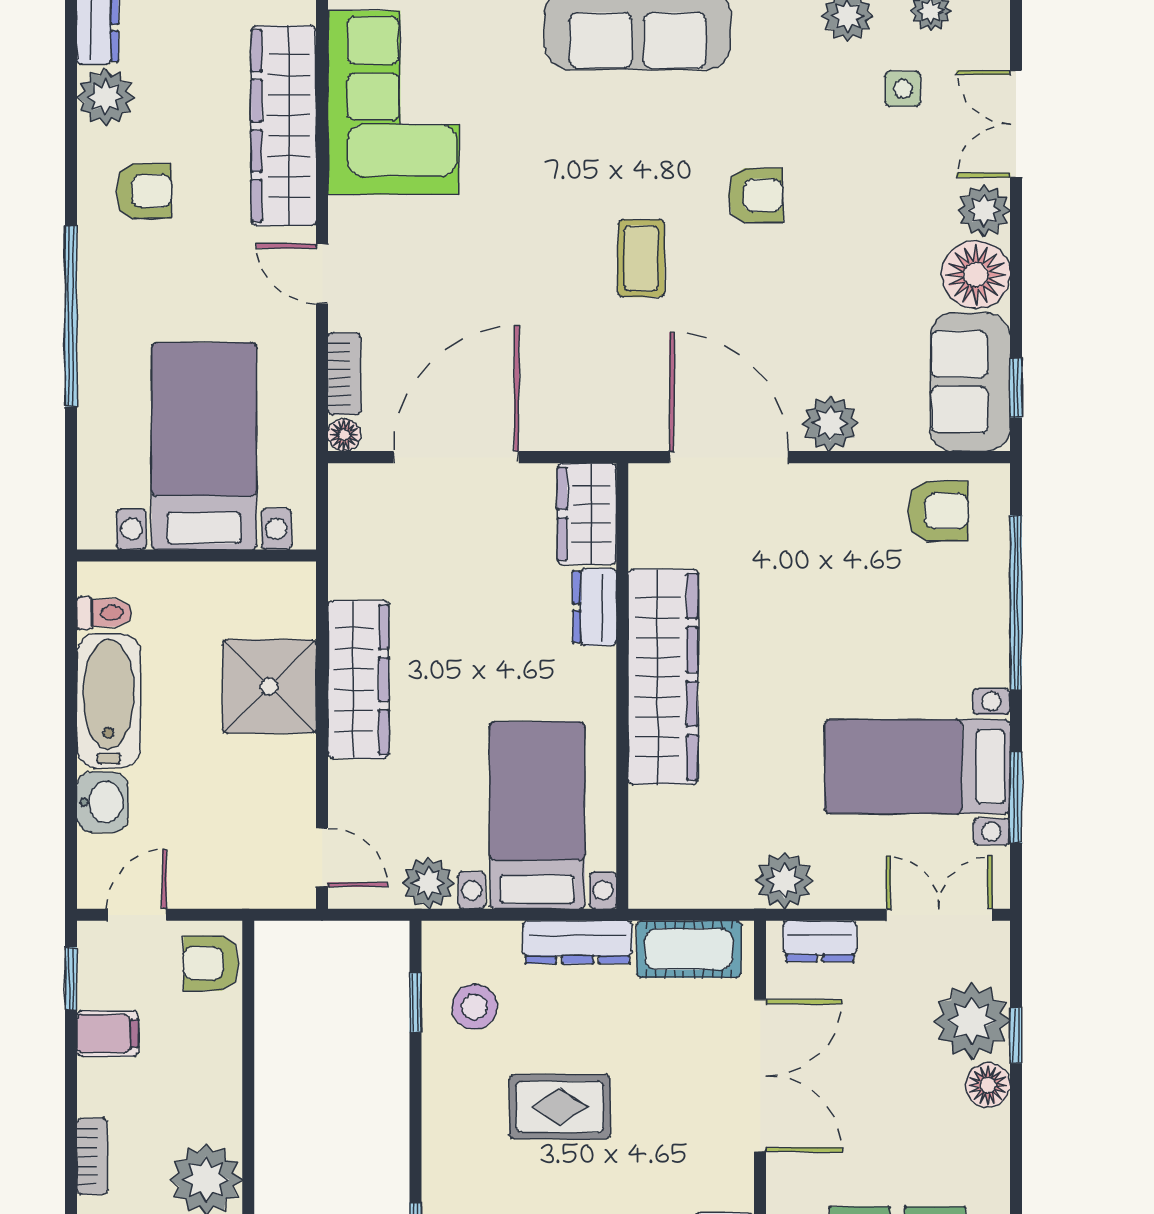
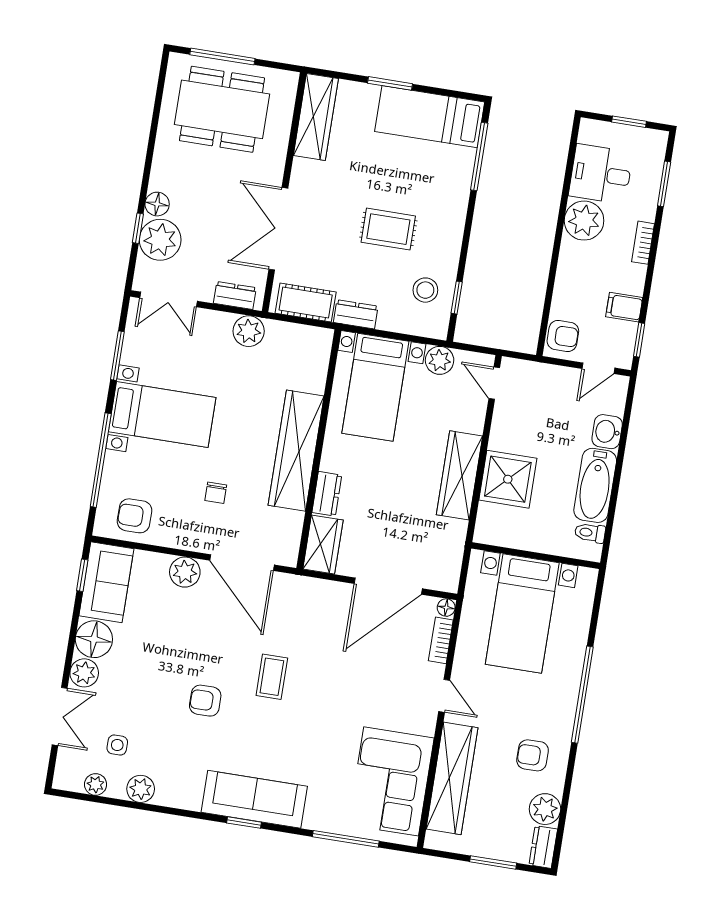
chair: (797, 577) -> (216, 493), added
bed with nightstands: (917, 767) -> (162, 415), moved
dresser: (578, 942) -> (356, 314), width x0.70

